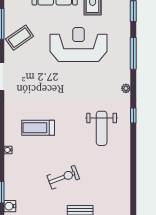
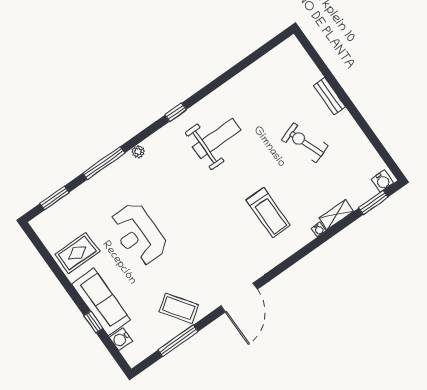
reception desk: (78, 44) -> (138, 234), width x0.74, depth x0.77
plant: (126, 88) -> (138, 152), moved
shelving: (9, 166) -> (336, 215), added

